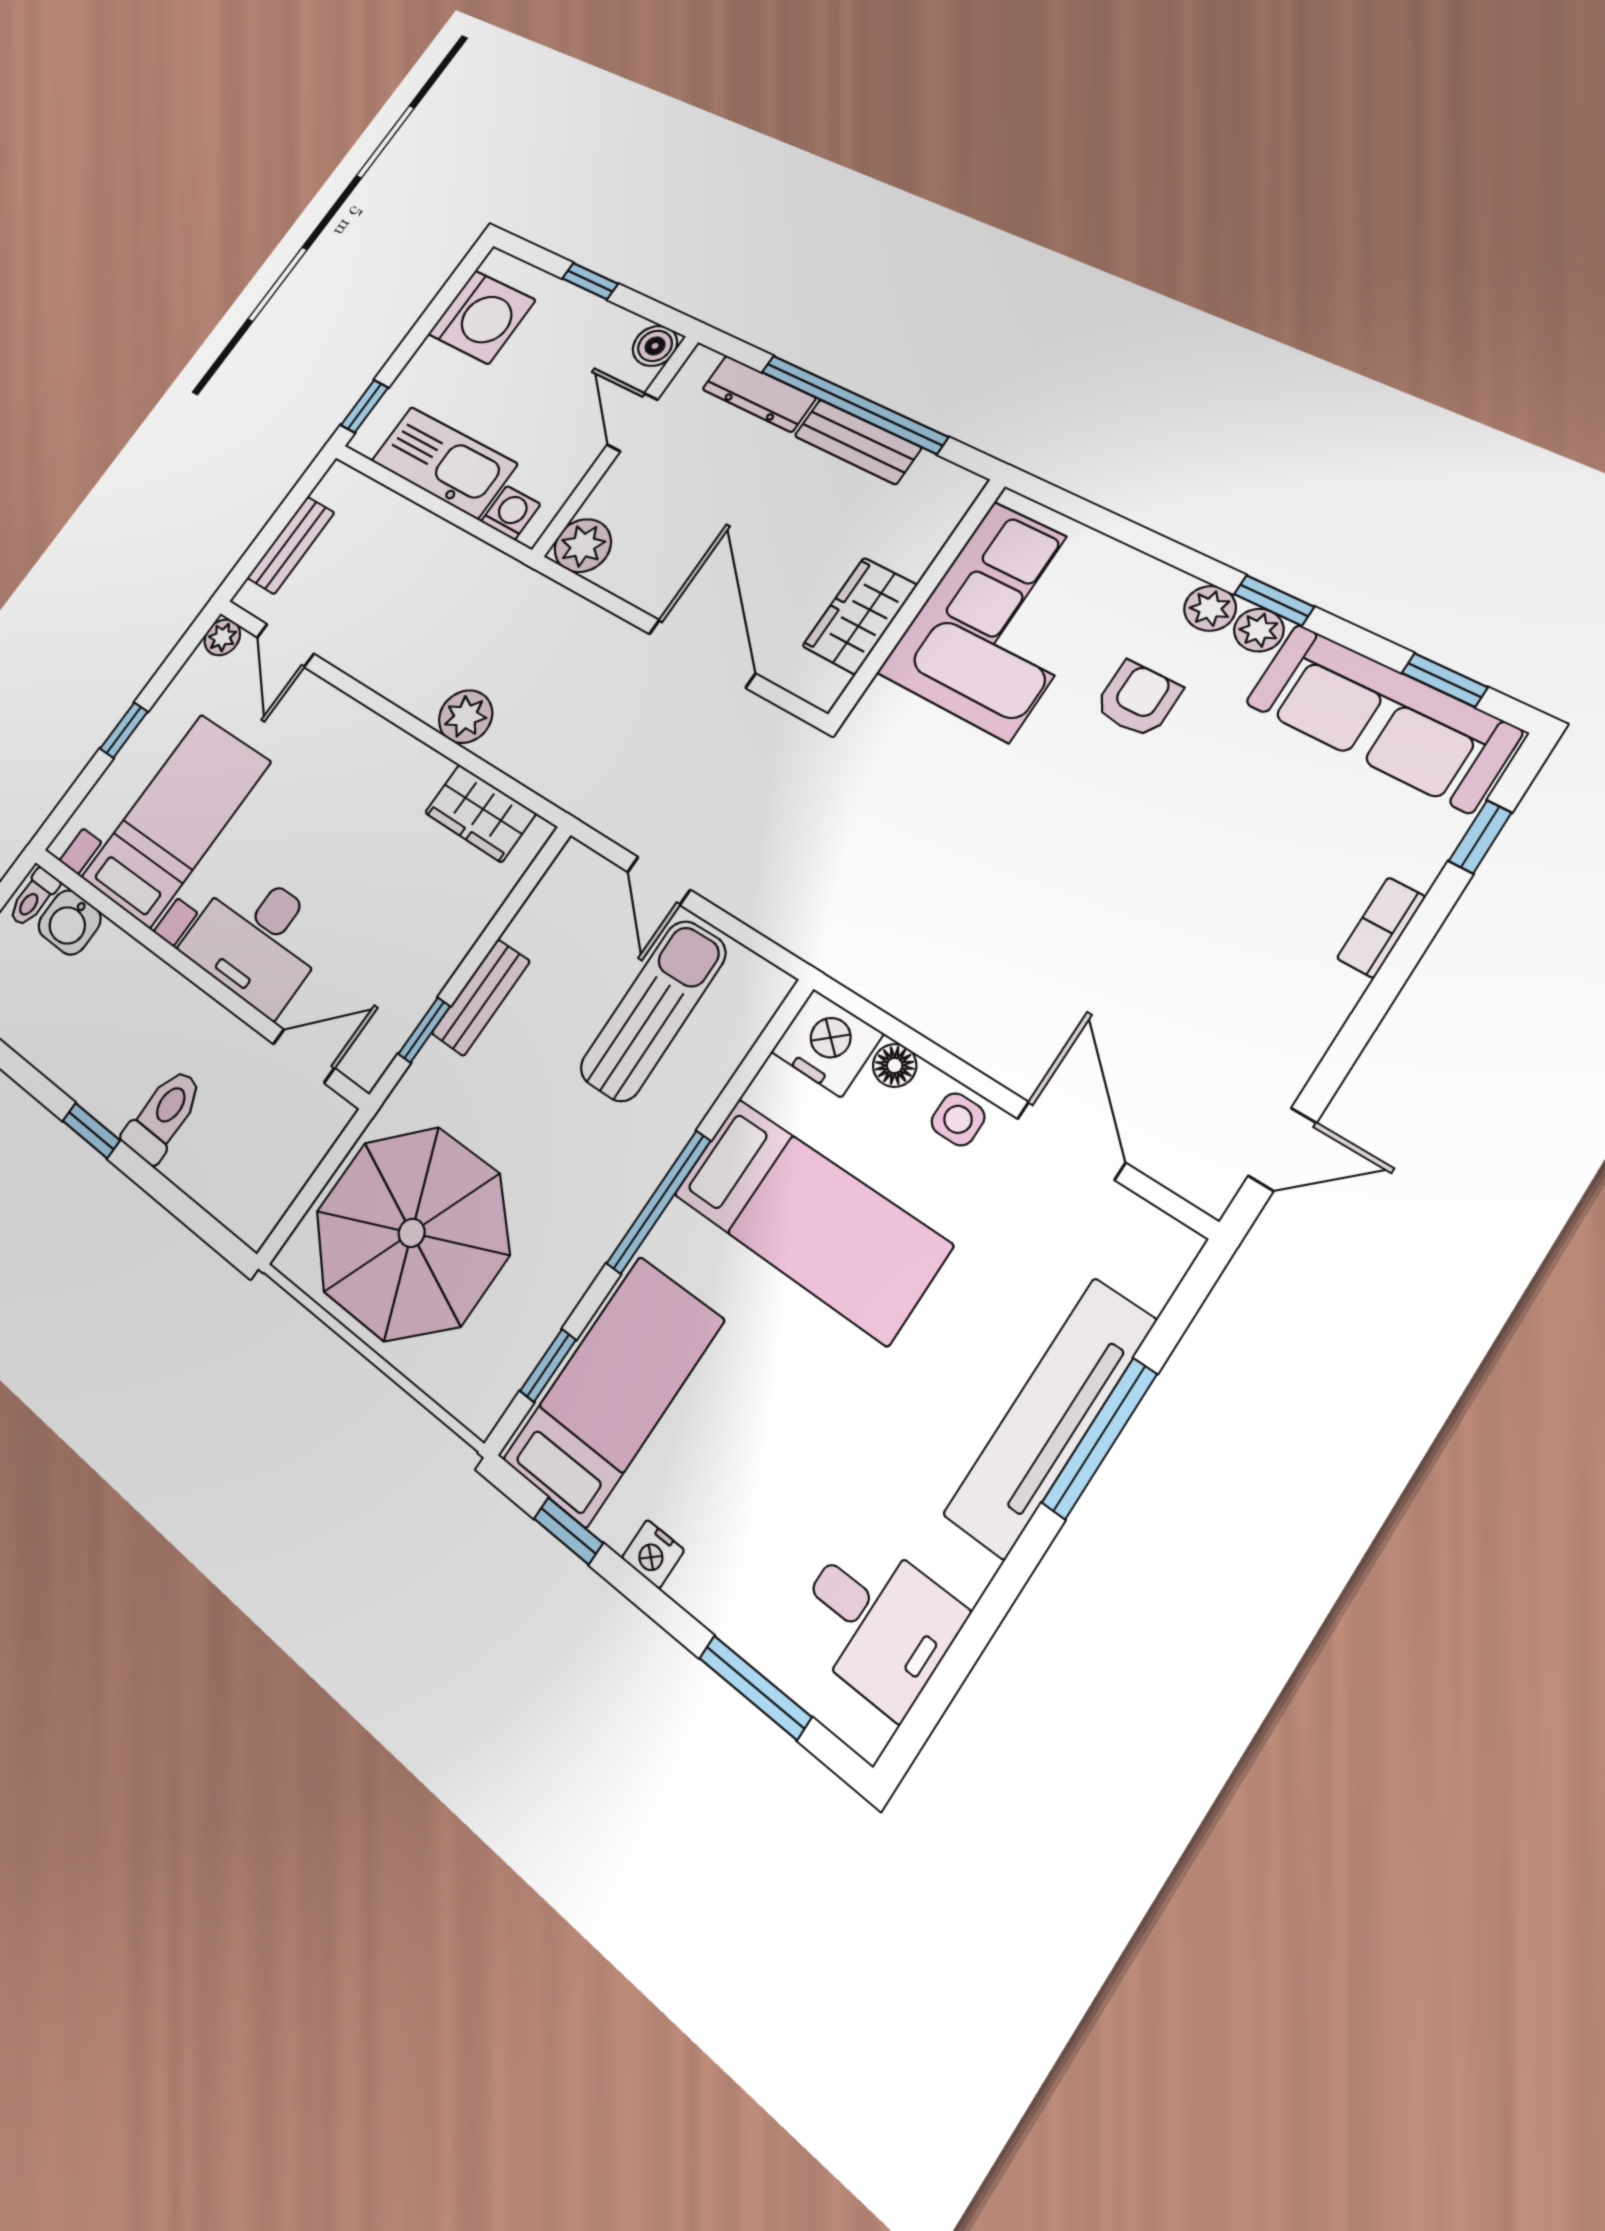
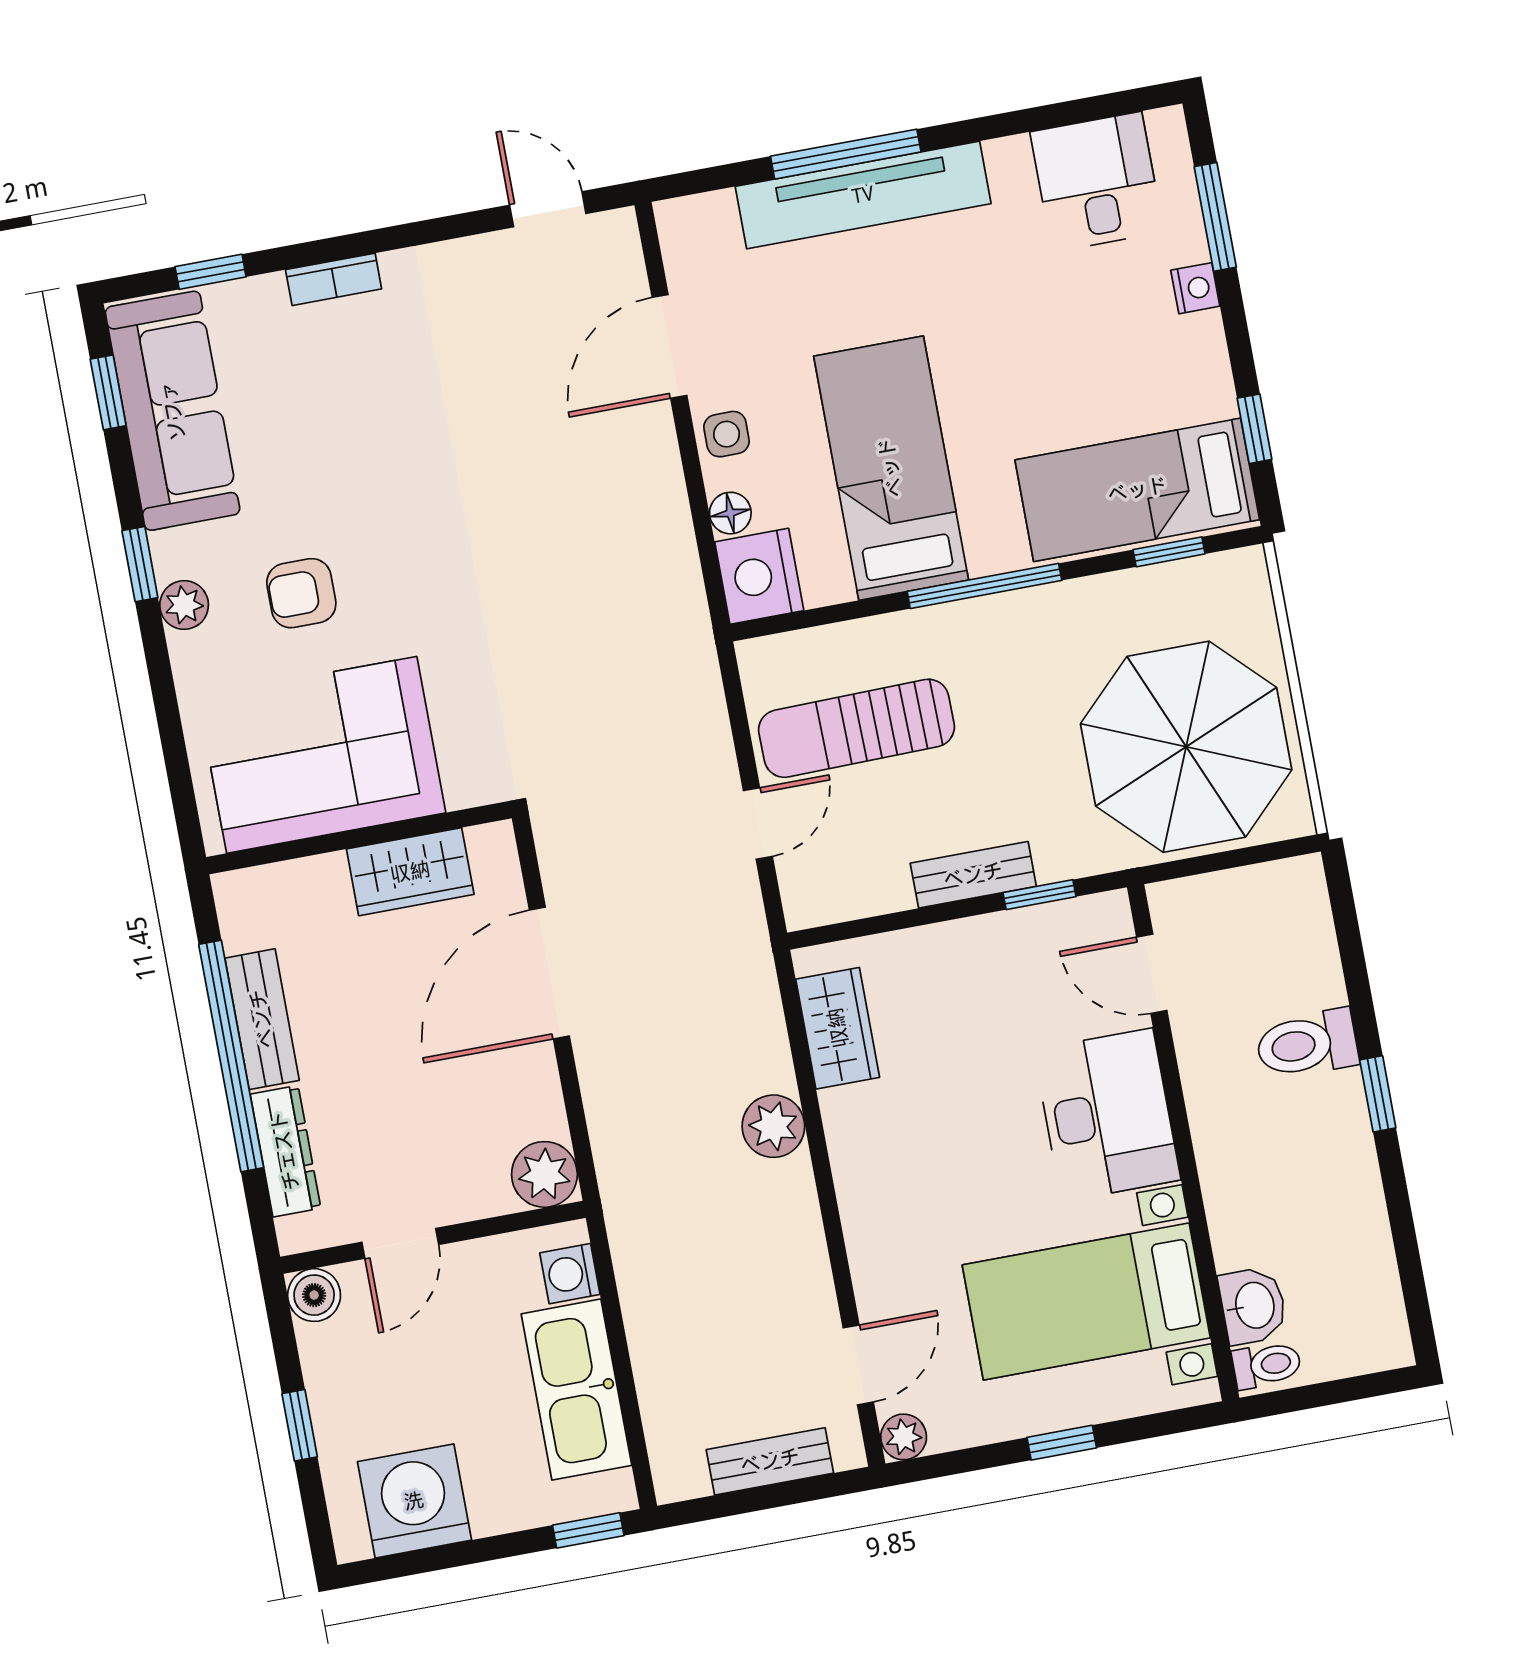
plant: (1259, 630) -> (173, 554), removed
nightstand: (653, 1554) -> (1195, 288), moved

